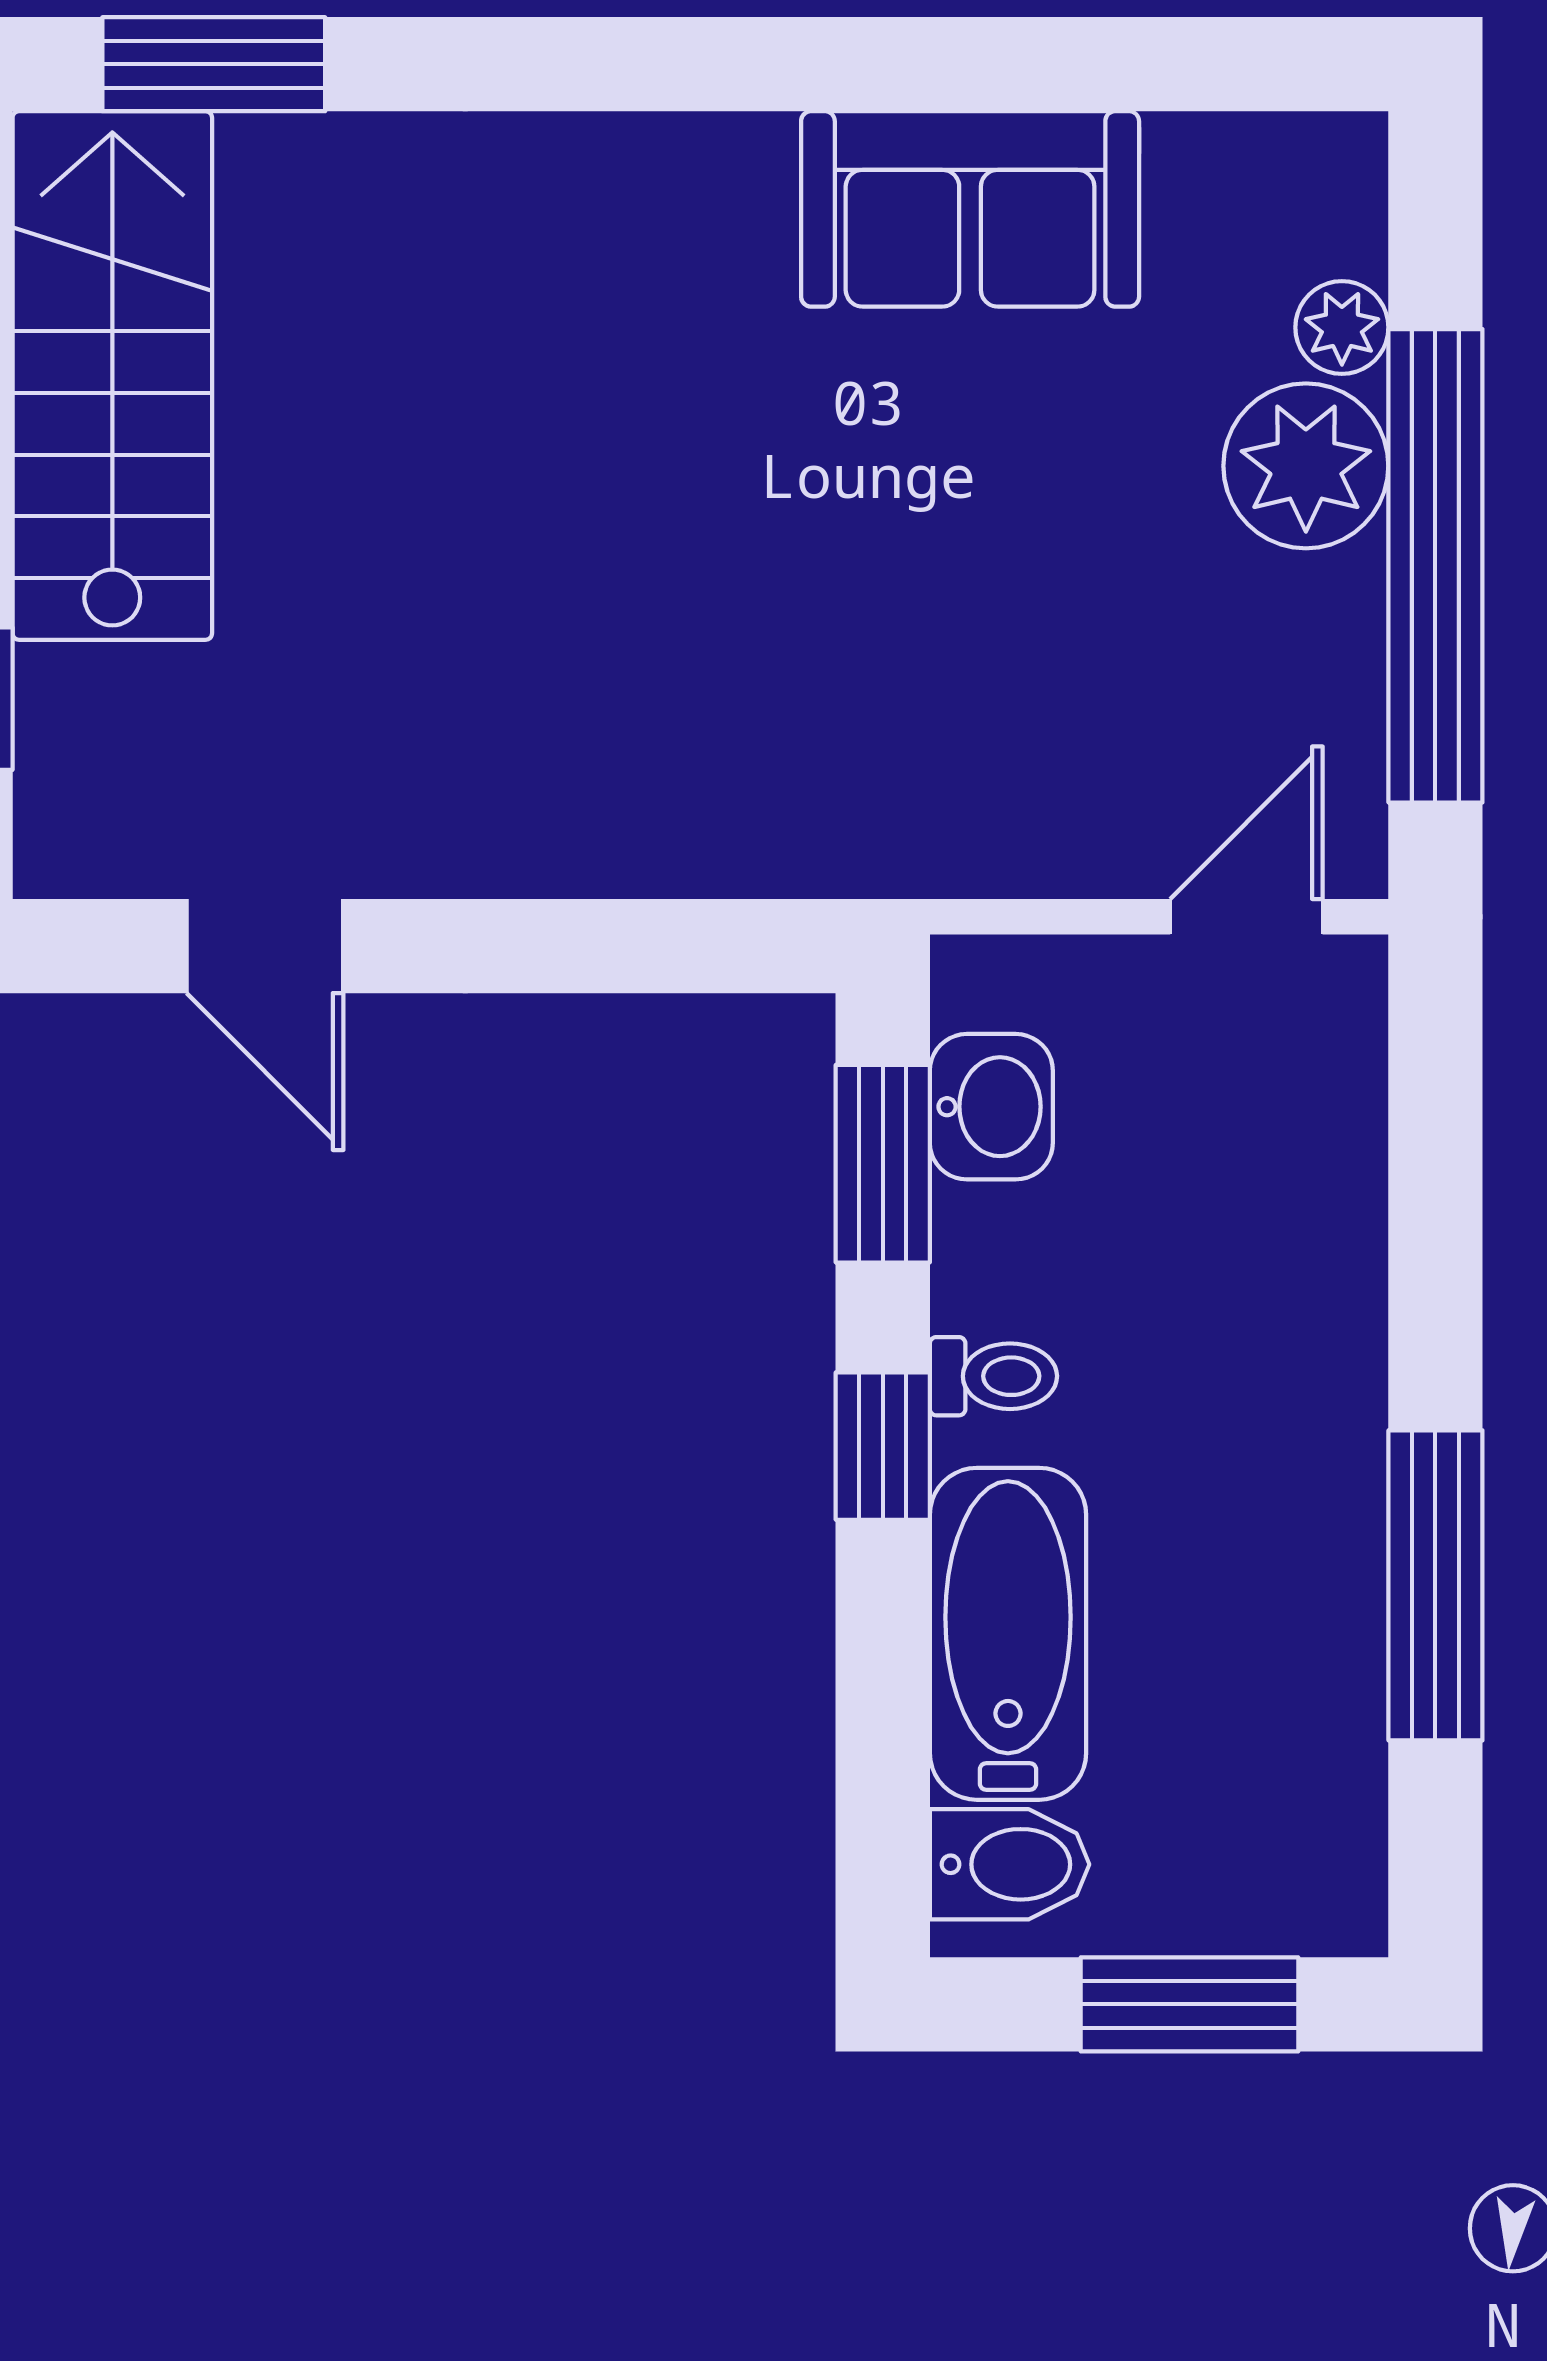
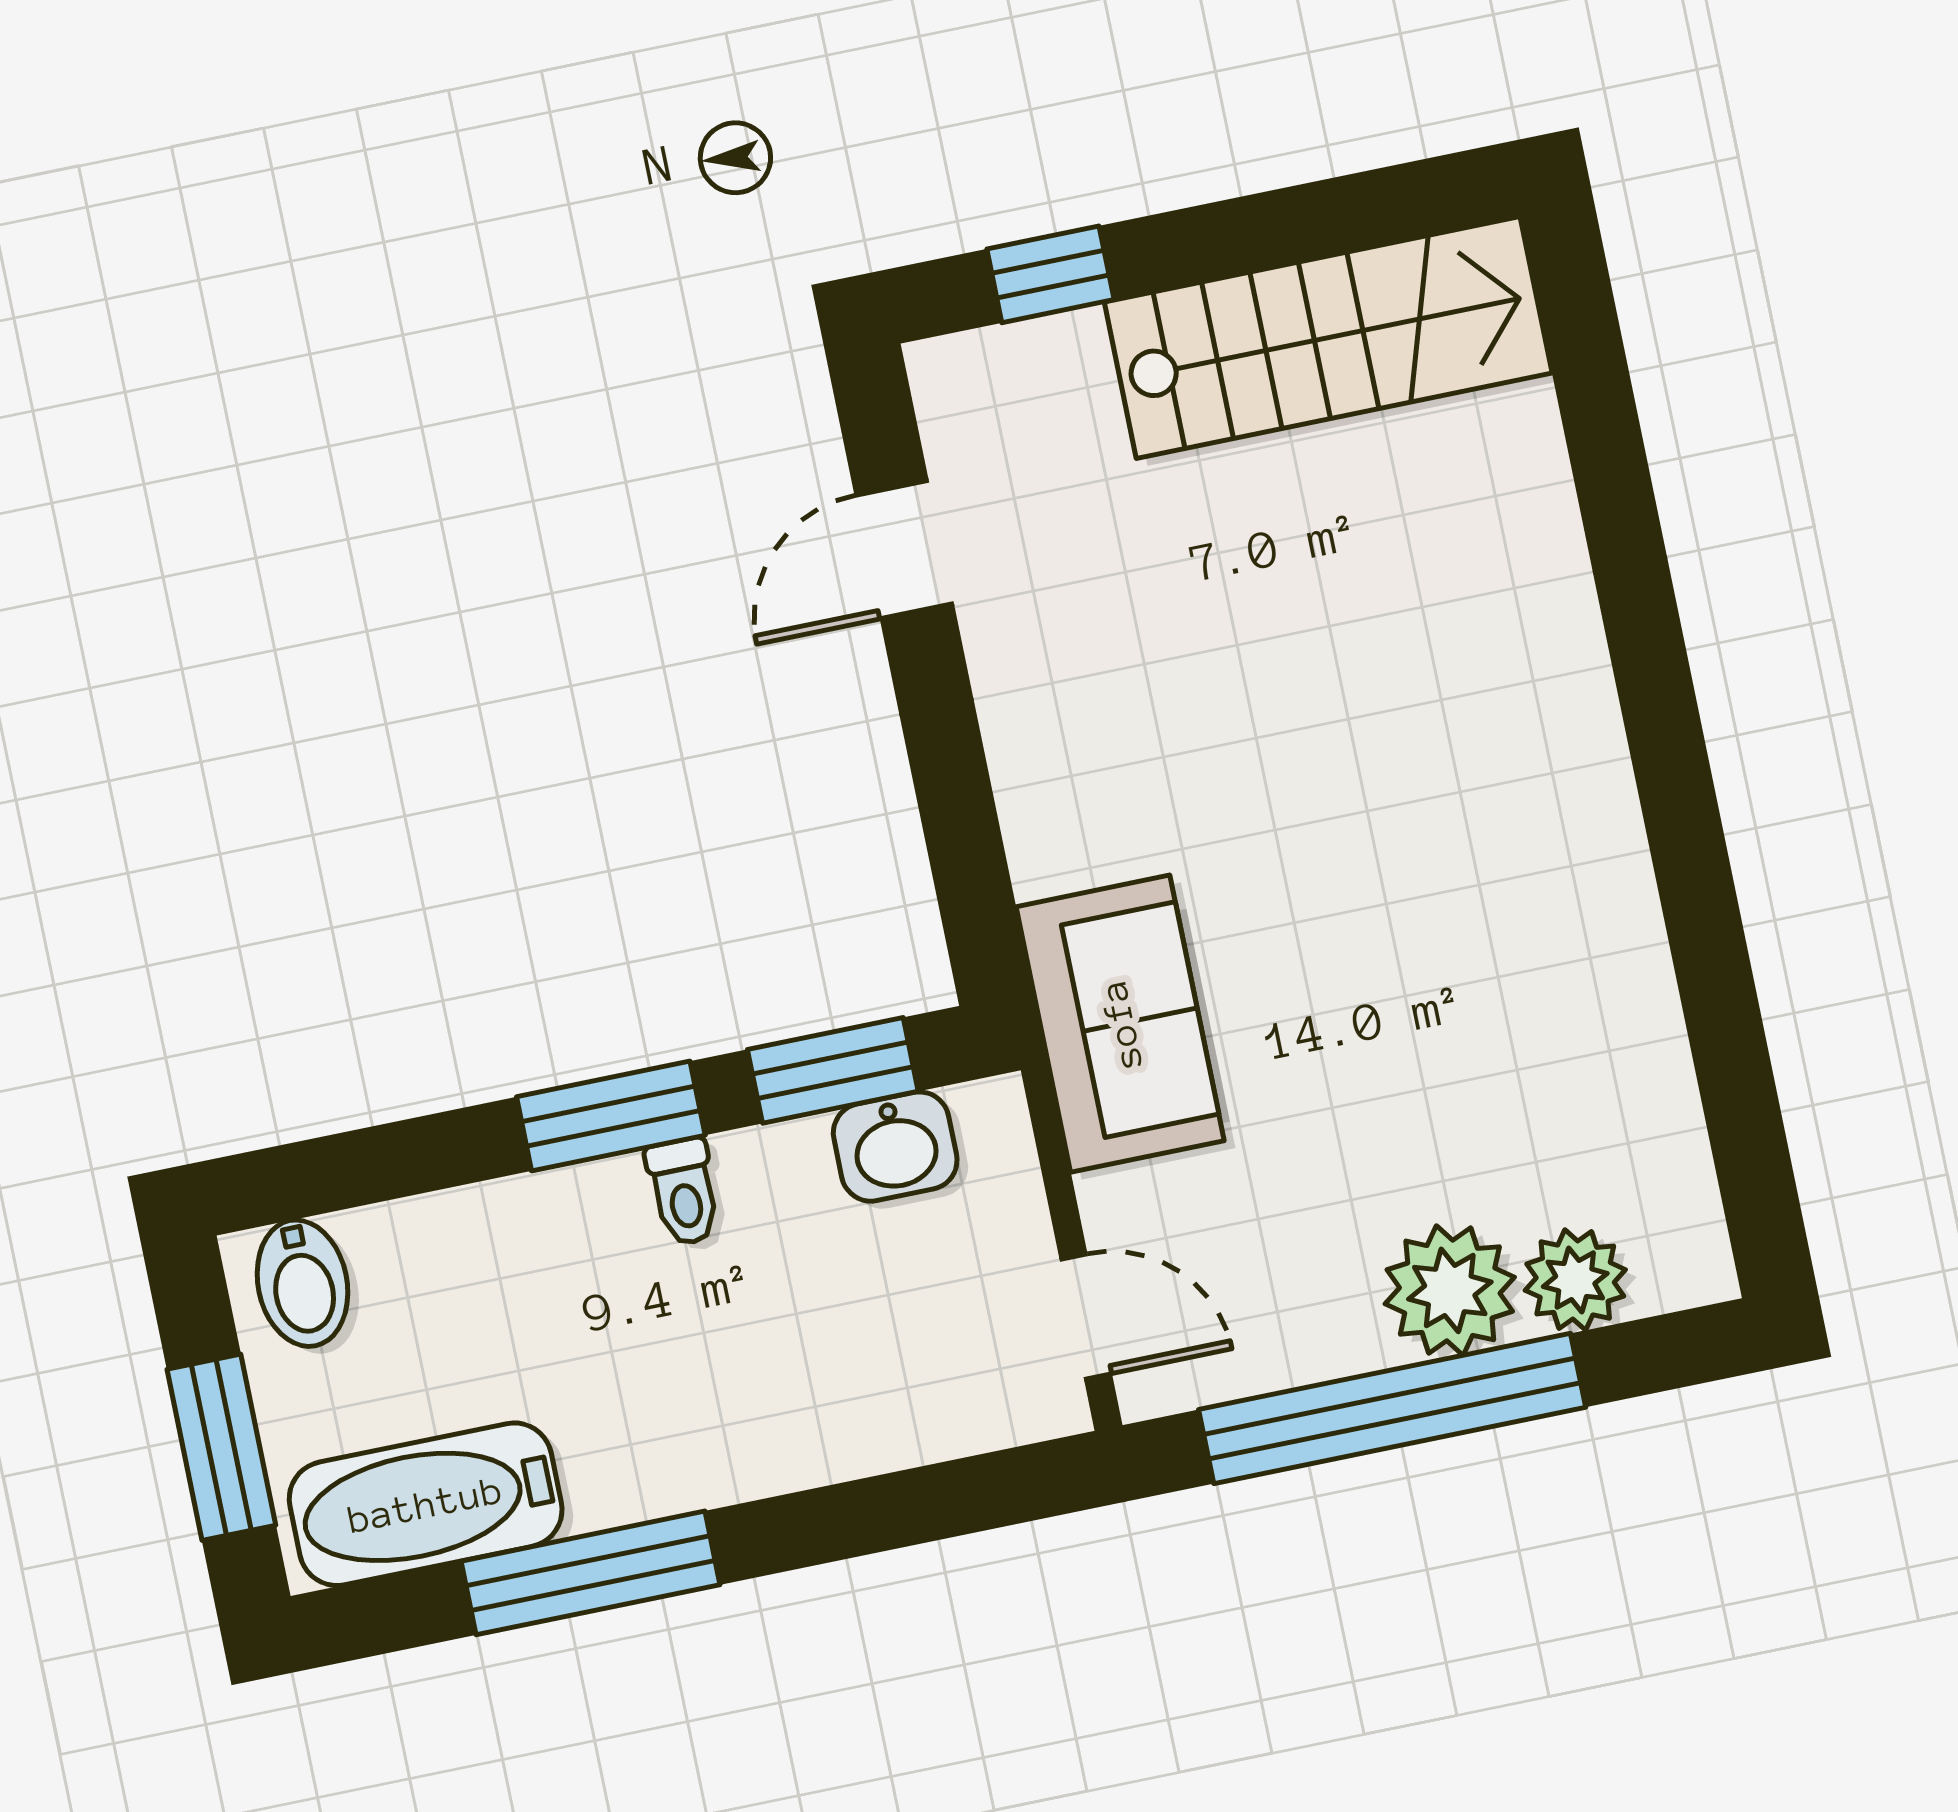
window: (214, 64) -> (1589, 367), removed
sofa: (970, 209) -> (1120, 1024), moved, turned 180
plant: (1342, 327) -> (1575, 1280), width x1.38, depth x1.38
window: (883, 1446) -> (611, 1116), width x1.50
bathtub: (1008, 1634) -> (426, 1504), moved, turned 180

